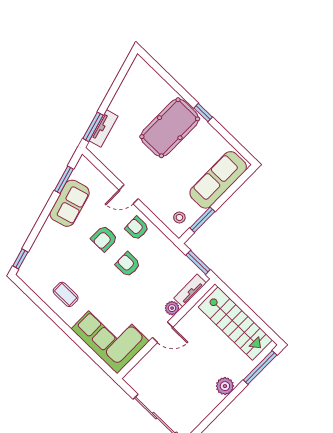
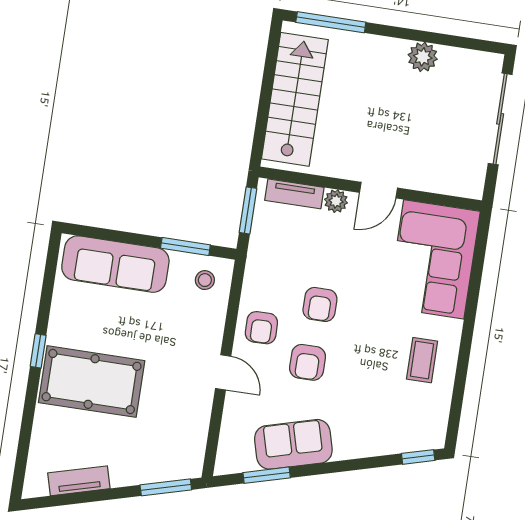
tv unit: (104, 128) -> (79, 481), moved
armchair: (104, 238) -> (308, 362), turned 90
door: (163, 332) -> (379, 190), swing flipped
plant: (225, 386) -> (423, 57), moved

